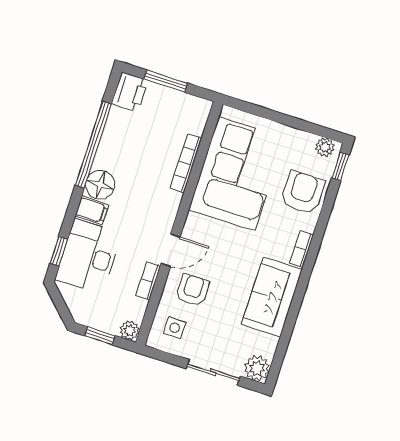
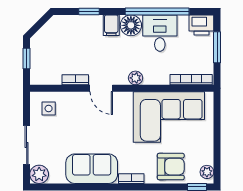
bookcase: (186, 163) -> (191, 80), moved
window: (59, 251) -> (89, 11), moved
desk: (89, 256) -> (160, 33), moved, width x0.73
armchair: (193, 290) -> (79, 113), removed
plant: (130, 330) -> (136, 78), moved

